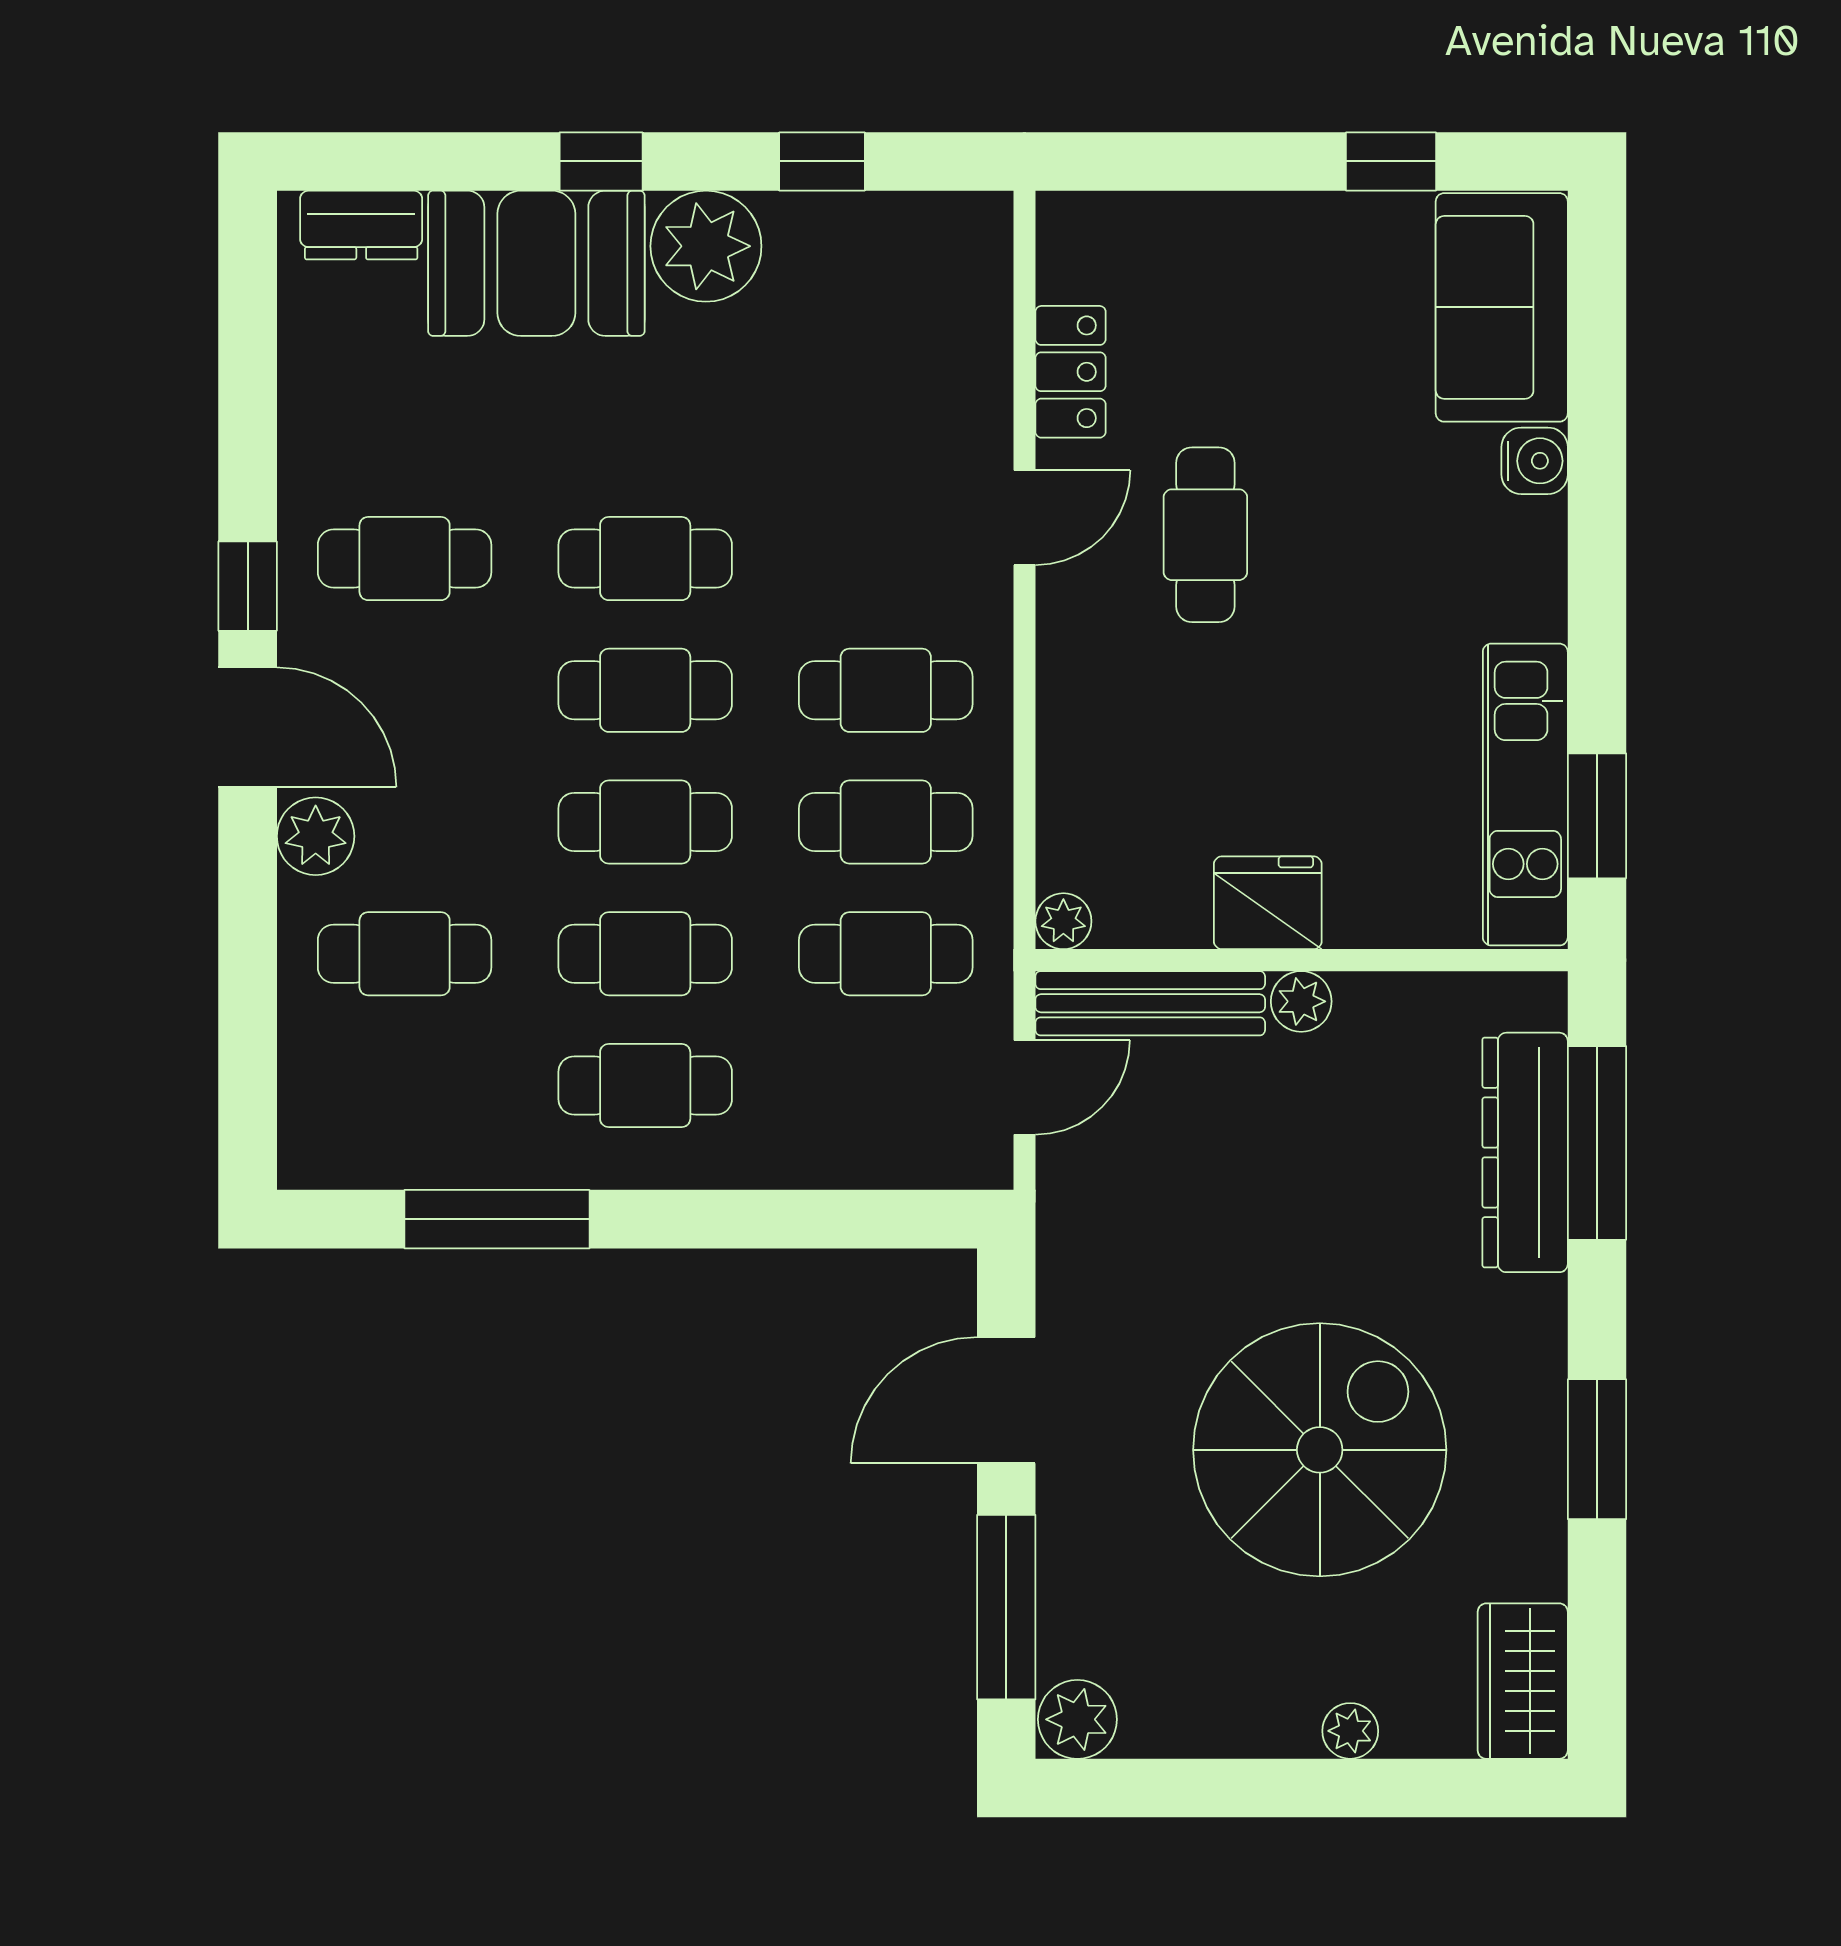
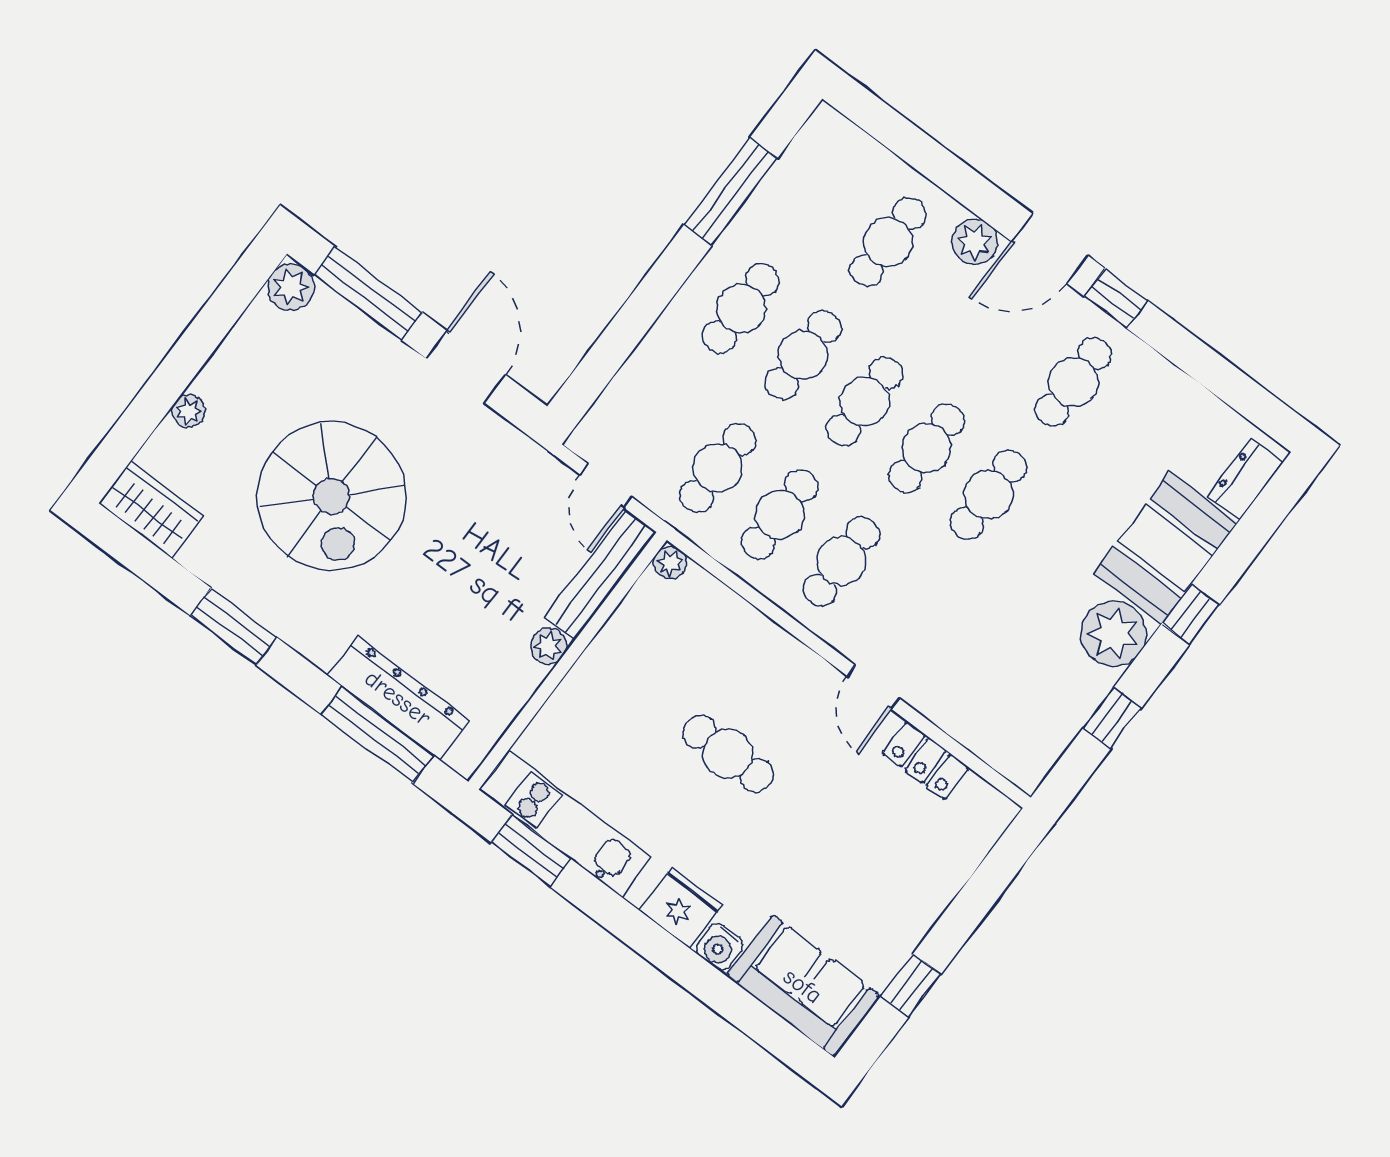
cafe table: (1205, 535) -> (728, 754), moved
fridge: (1268, 903) -> (681, 908), moved, turned -90

